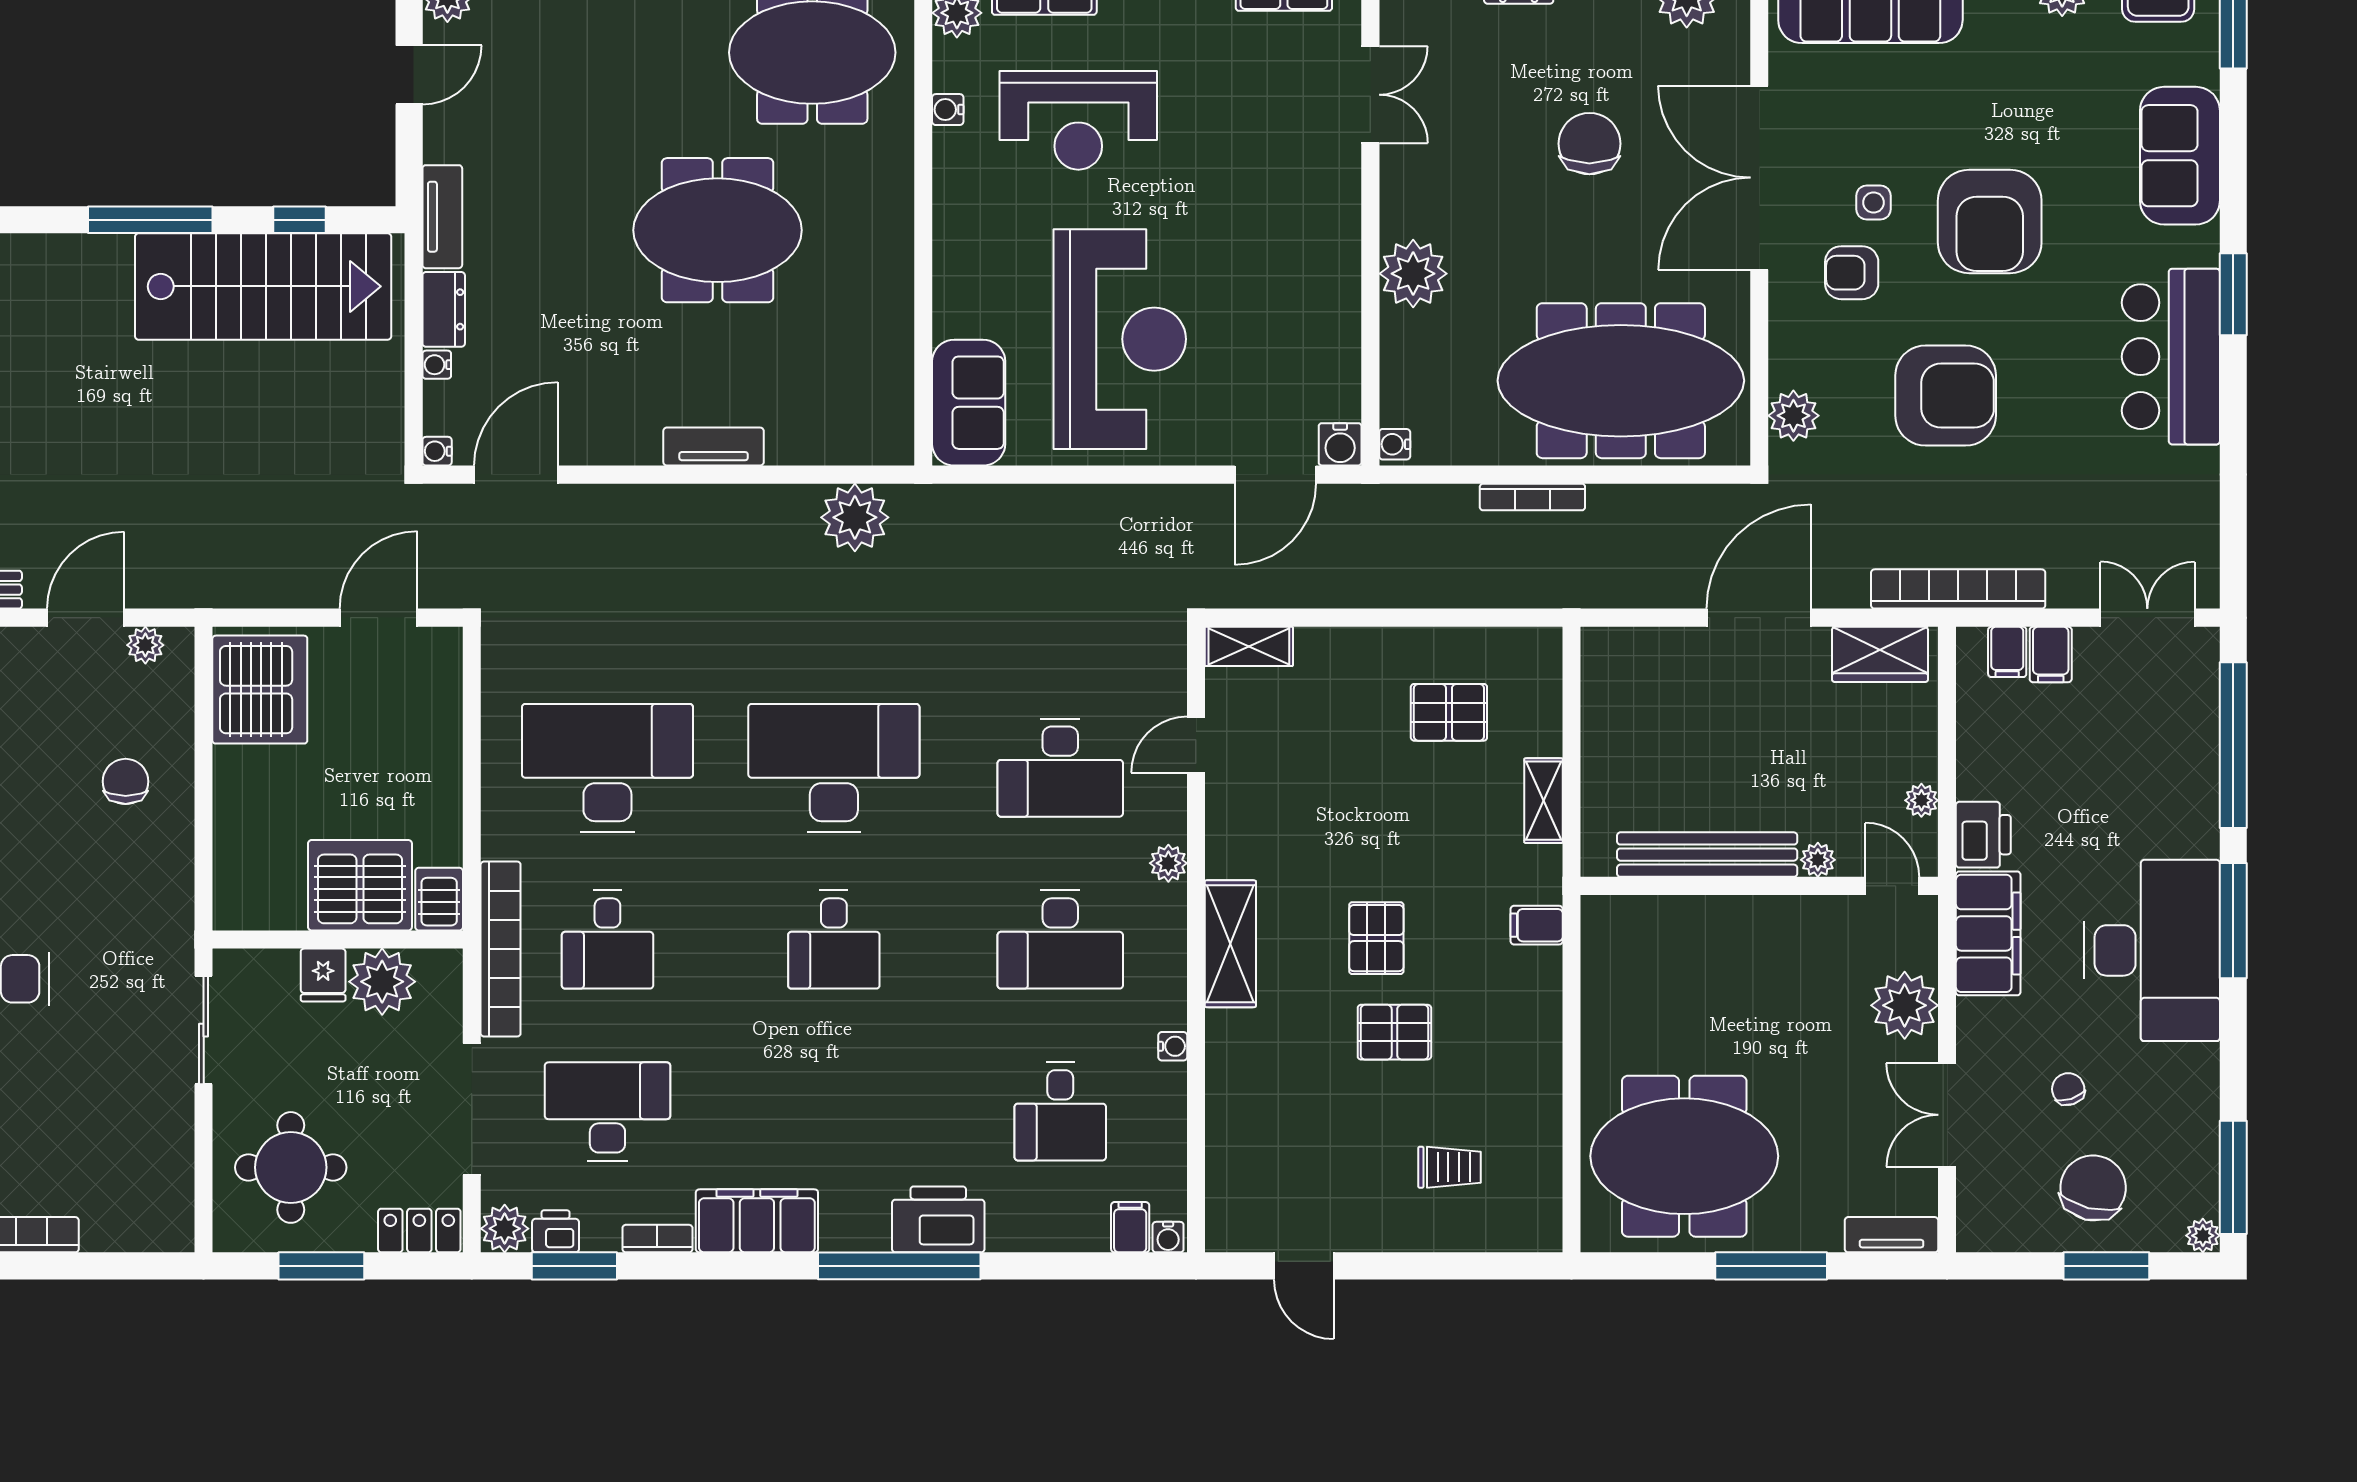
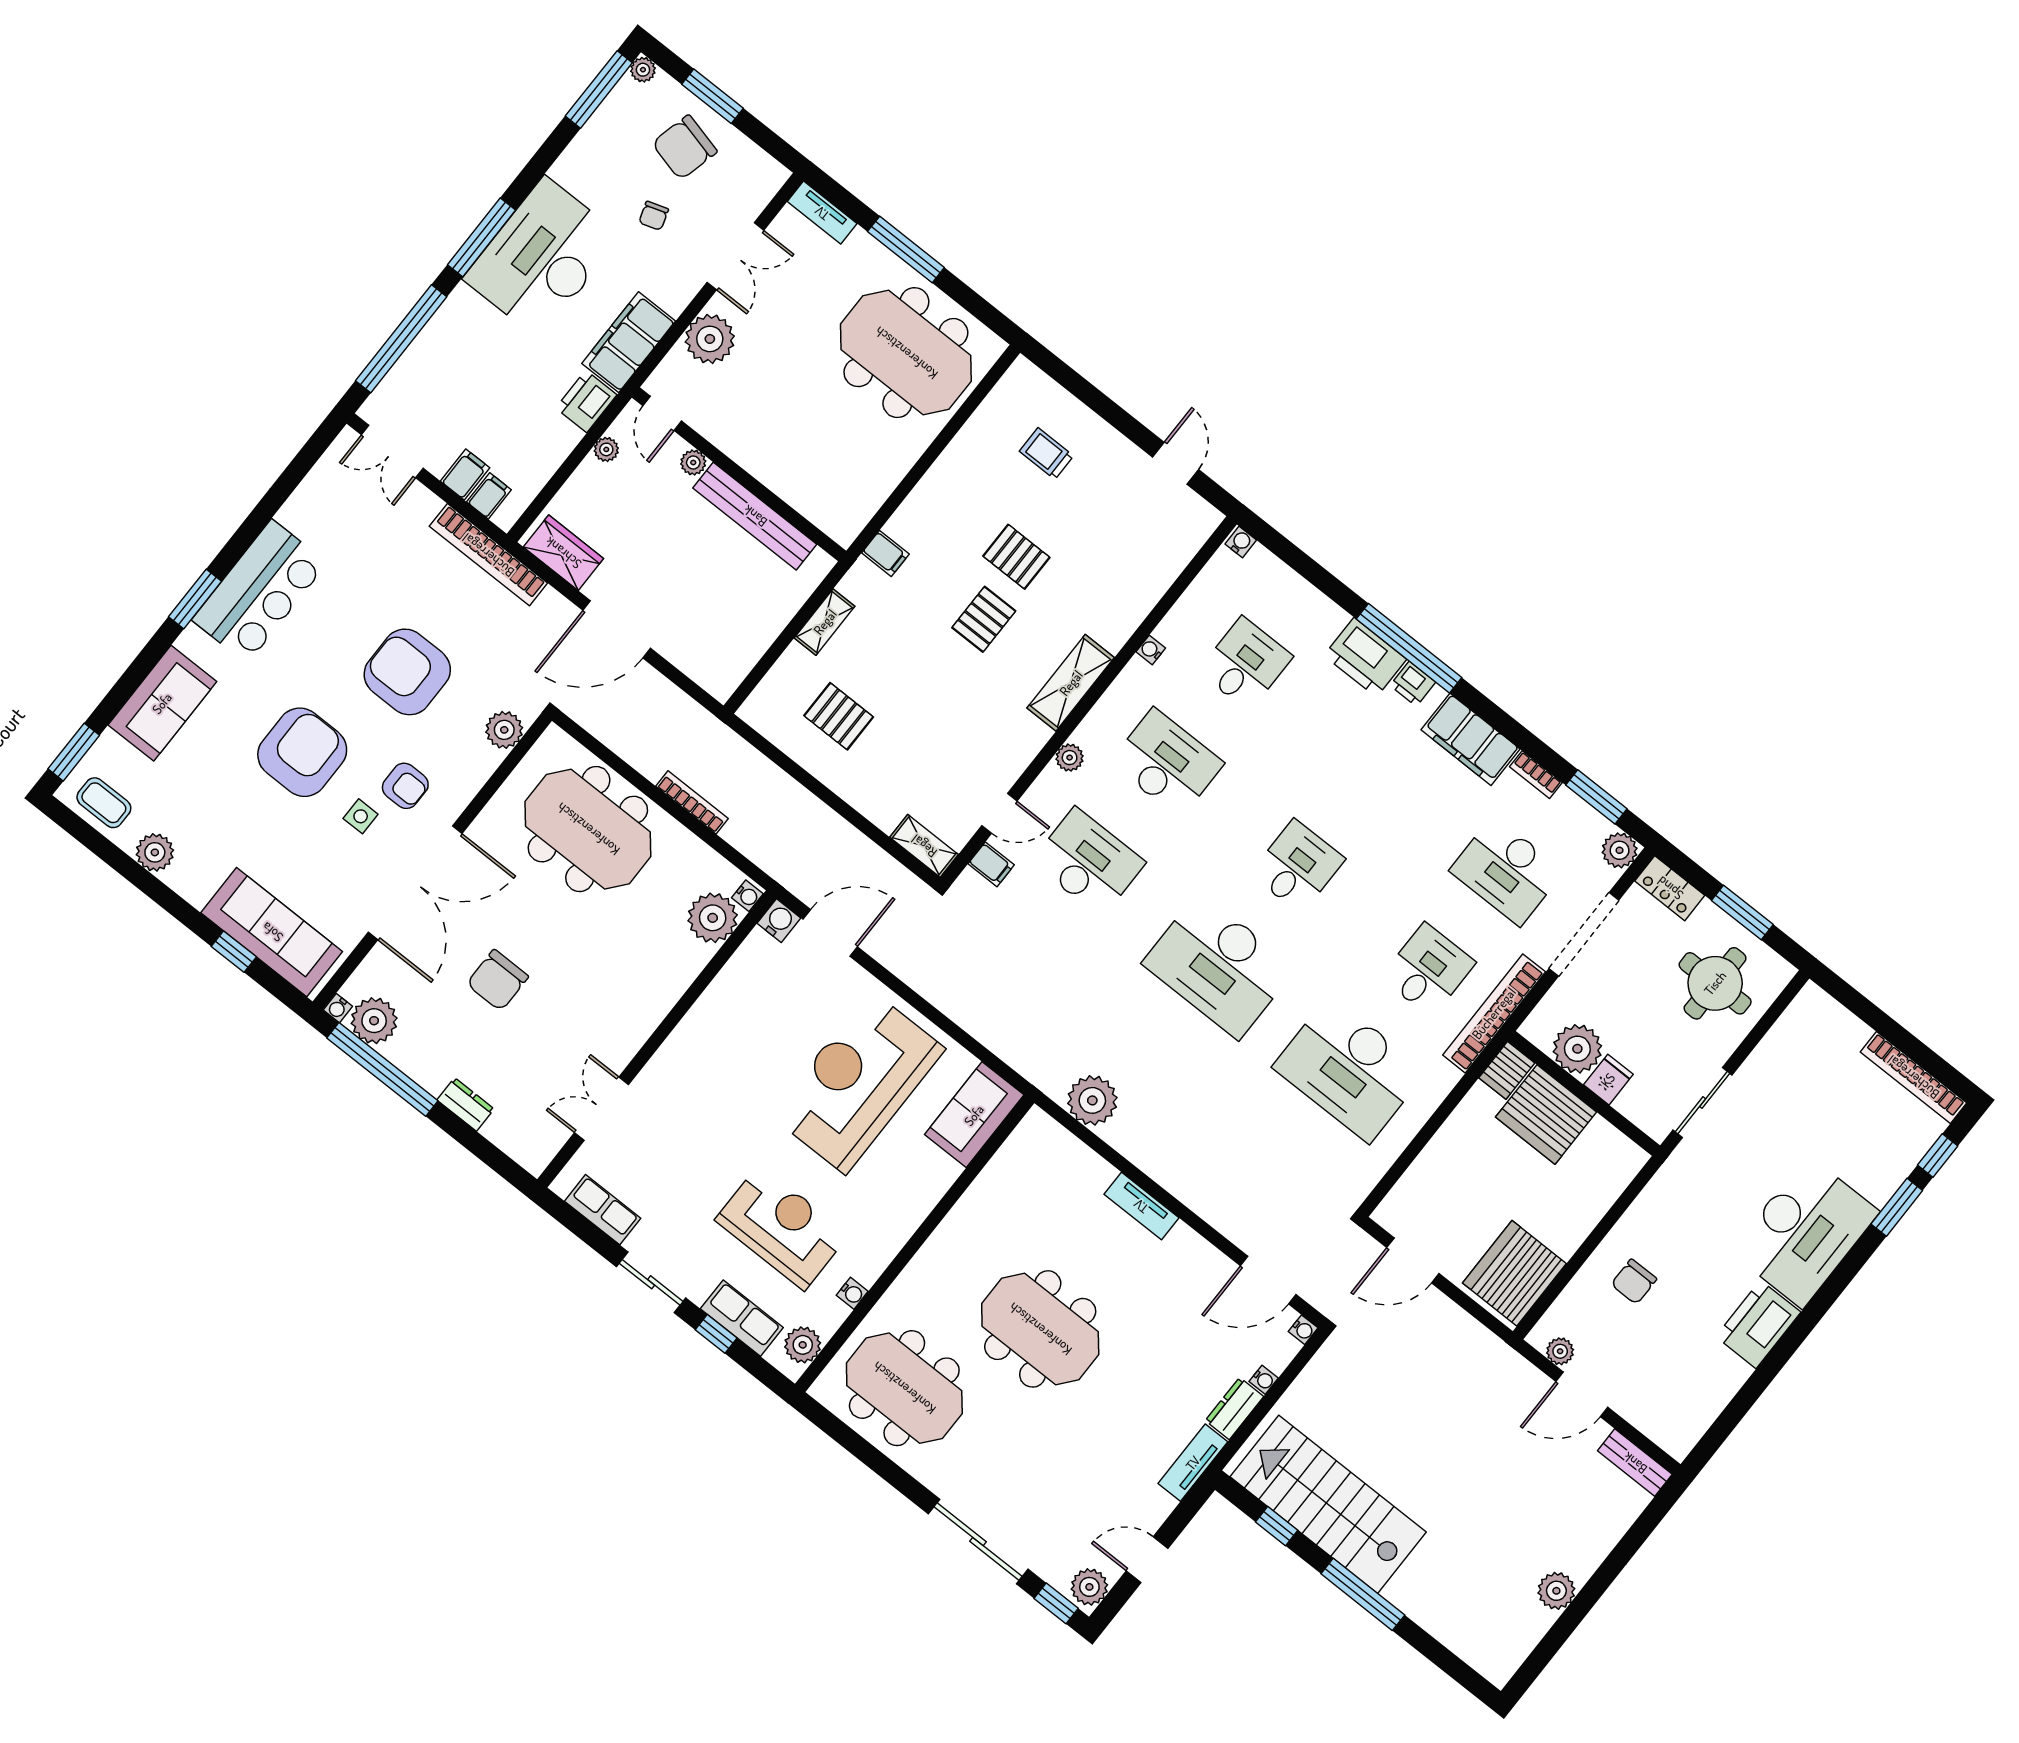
plant: (1413, 274) -> (713, 918), moved
meeting table: (1621, 381) -> (588, 829), width x0.73
filing cabinet: (1130, 1227) -> (991, 864), moved, turned -90
printer: (556, 1231) -> (1413, 684), moved

